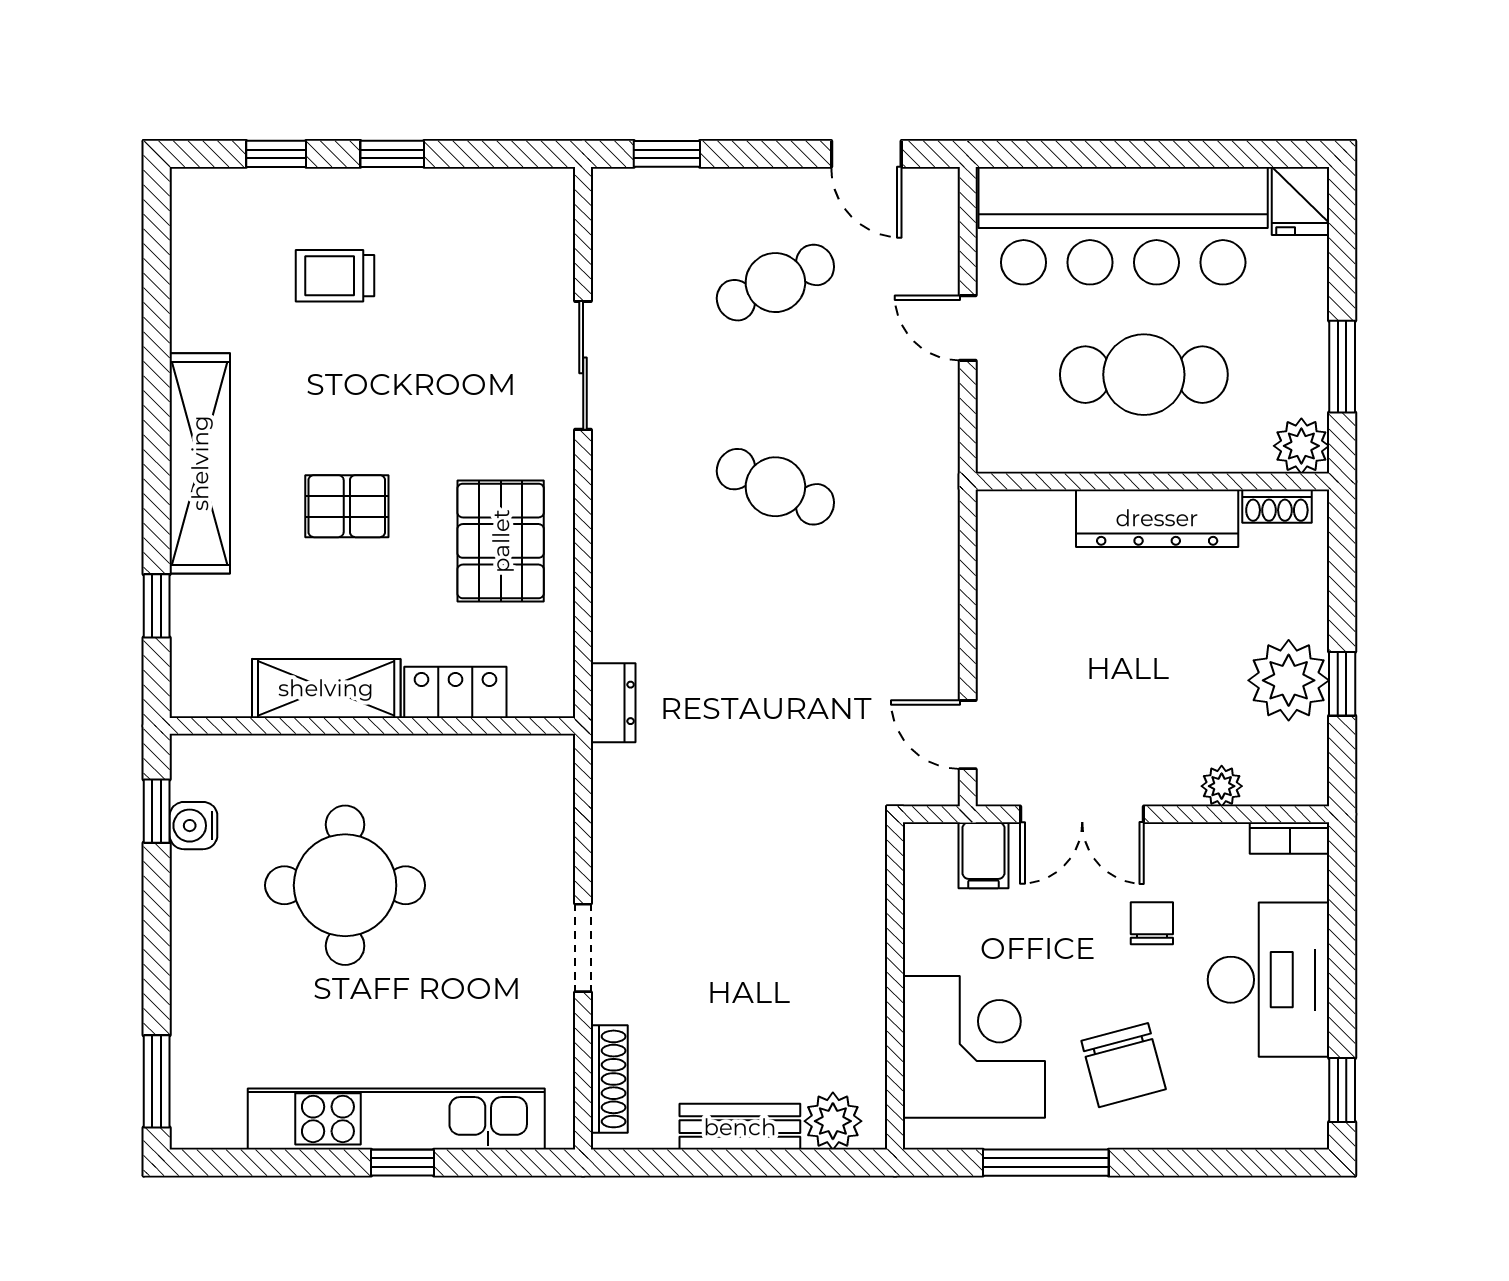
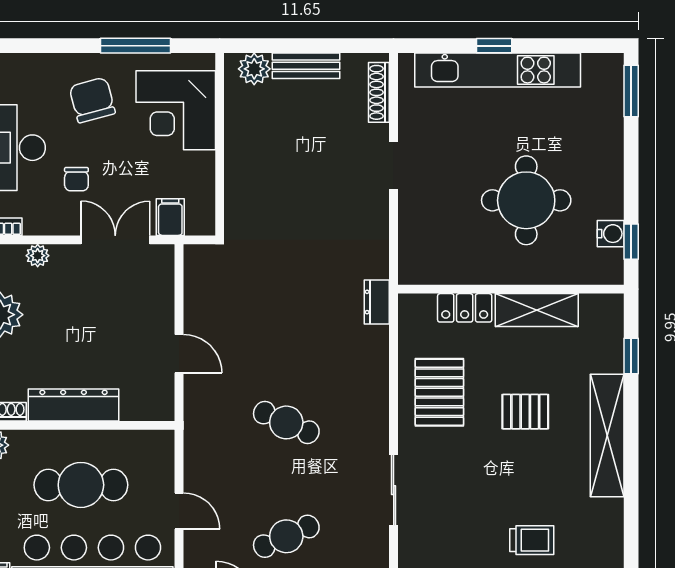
door: (968, 735) -> (179, 354), moved

